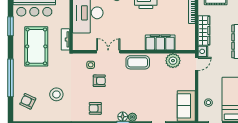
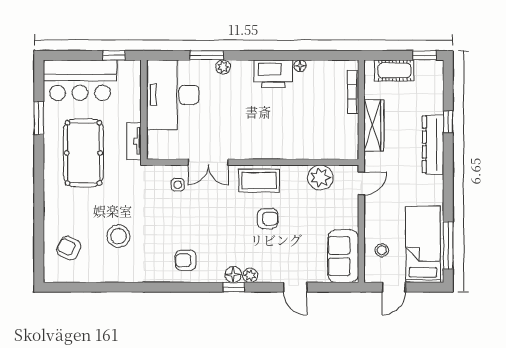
filing cabinet: (160, 43) -> (298, 146), removed
nightstand: (203, 51) -> (372, 162), removed
double door: (108, 52) -> (208, 162), swing flipped
window: (10, 78) -> (39, 208), removed
armchair: (99, 81) -> (268, 219), moved

